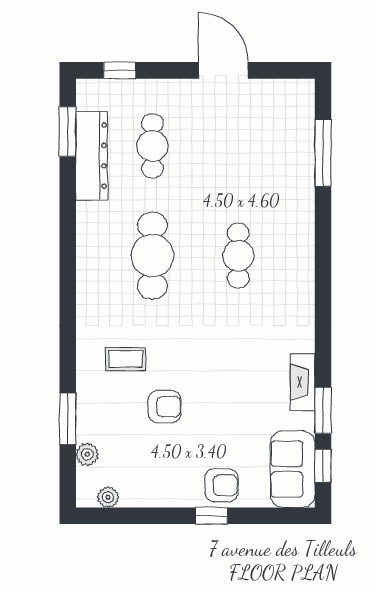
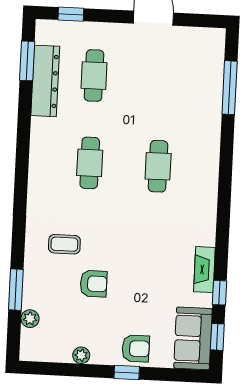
cafe table: (152, 256) -> (90, 163), width x0.73, depth x0.74
window: (323, 410) -> (220, 293), width x0.67
plant: (108, 497) -> (81, 355), moved

